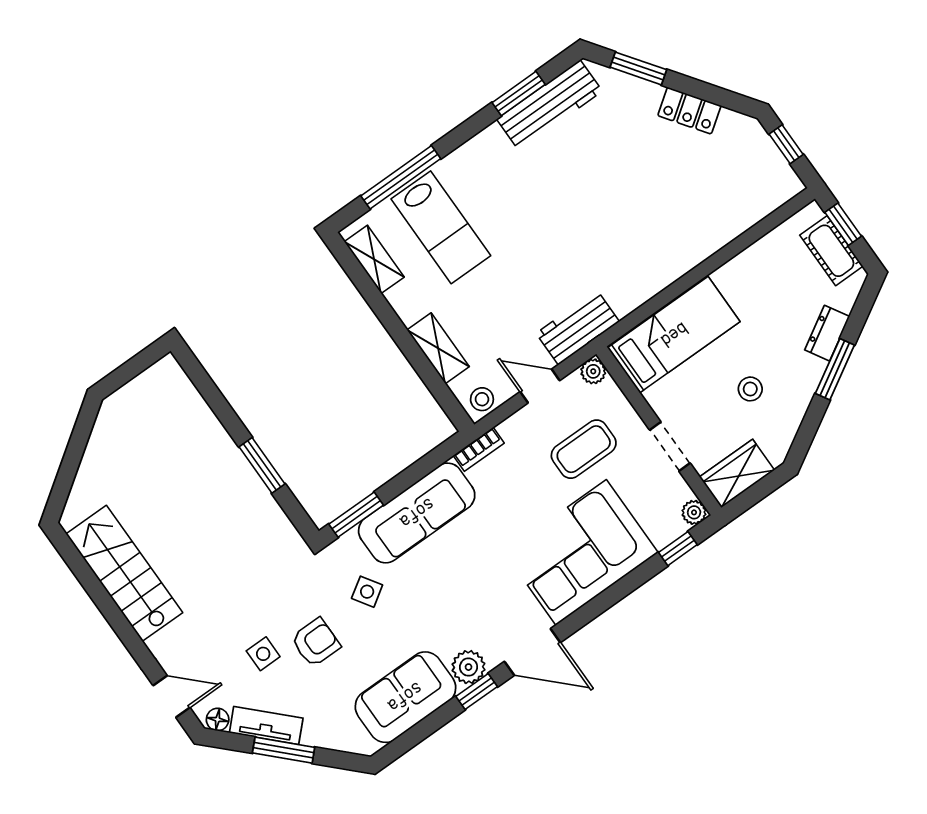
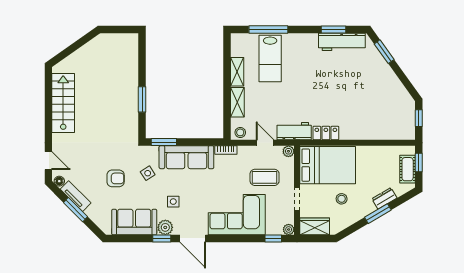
locker: (689, 111) -> (326, 133), moved, turned 126
shelving: (374, 259) -> (237, 72), moved
bed: (674, 335) -> (328, 165), width x1.50
side table: (263, 654) -> (173, 202), moved

